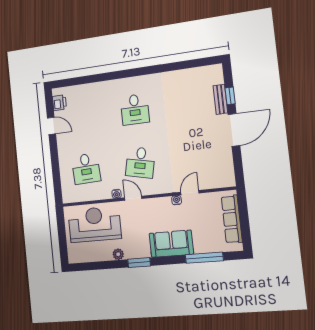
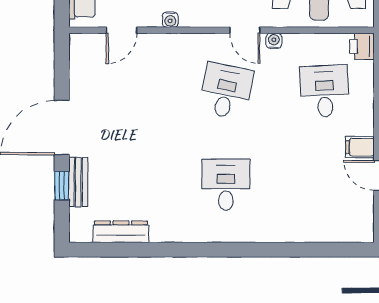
dresser: (192, 74) -> (121, 232), added
printer: (59, 103) -> (362, 46), moved
filing cabinet: (64, 140) -> (360, 147), added
door: (190, 193) -> (122, 30), moved

